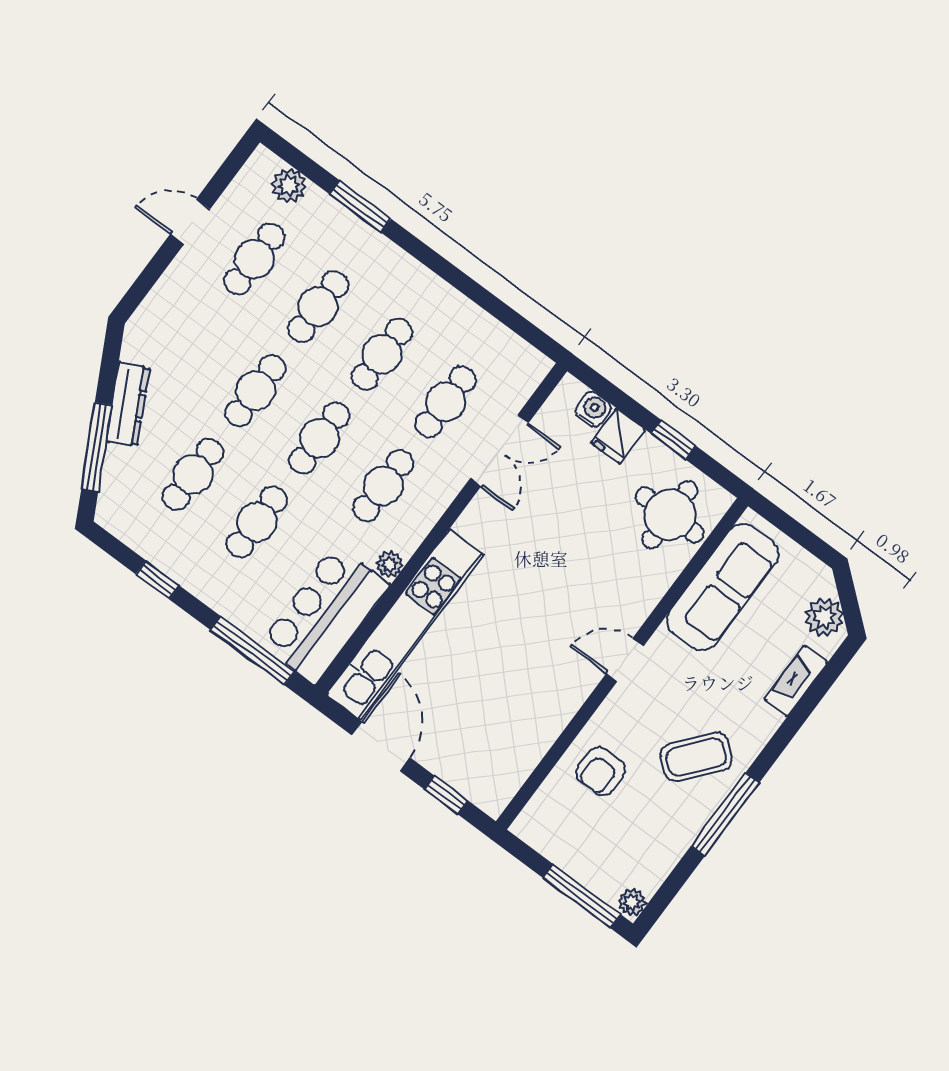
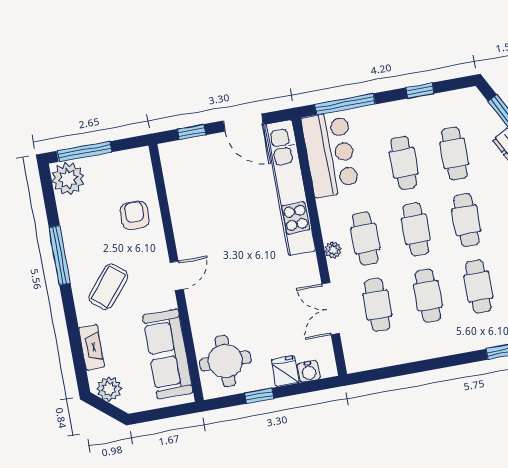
plant: (390, 564) -> (333, 250), moved
coffee table: (696, 757) -> (108, 287), moved
plant: (632, 902) -> (68, 179), width x1.88, depth x1.88

